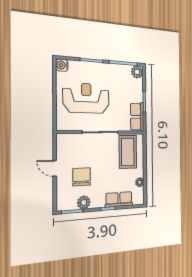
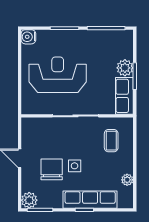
plant: (137, 72) -> (125, 68), moved
coffee table: (128, 152) -> (111, 141), width x0.54, depth x0.58
side table: (100, 173) -> (75, 166), added
row of seats: (119, 199) -> (90, 200), width x1.48
plant: (84, 202) -> (29, 200), moved

